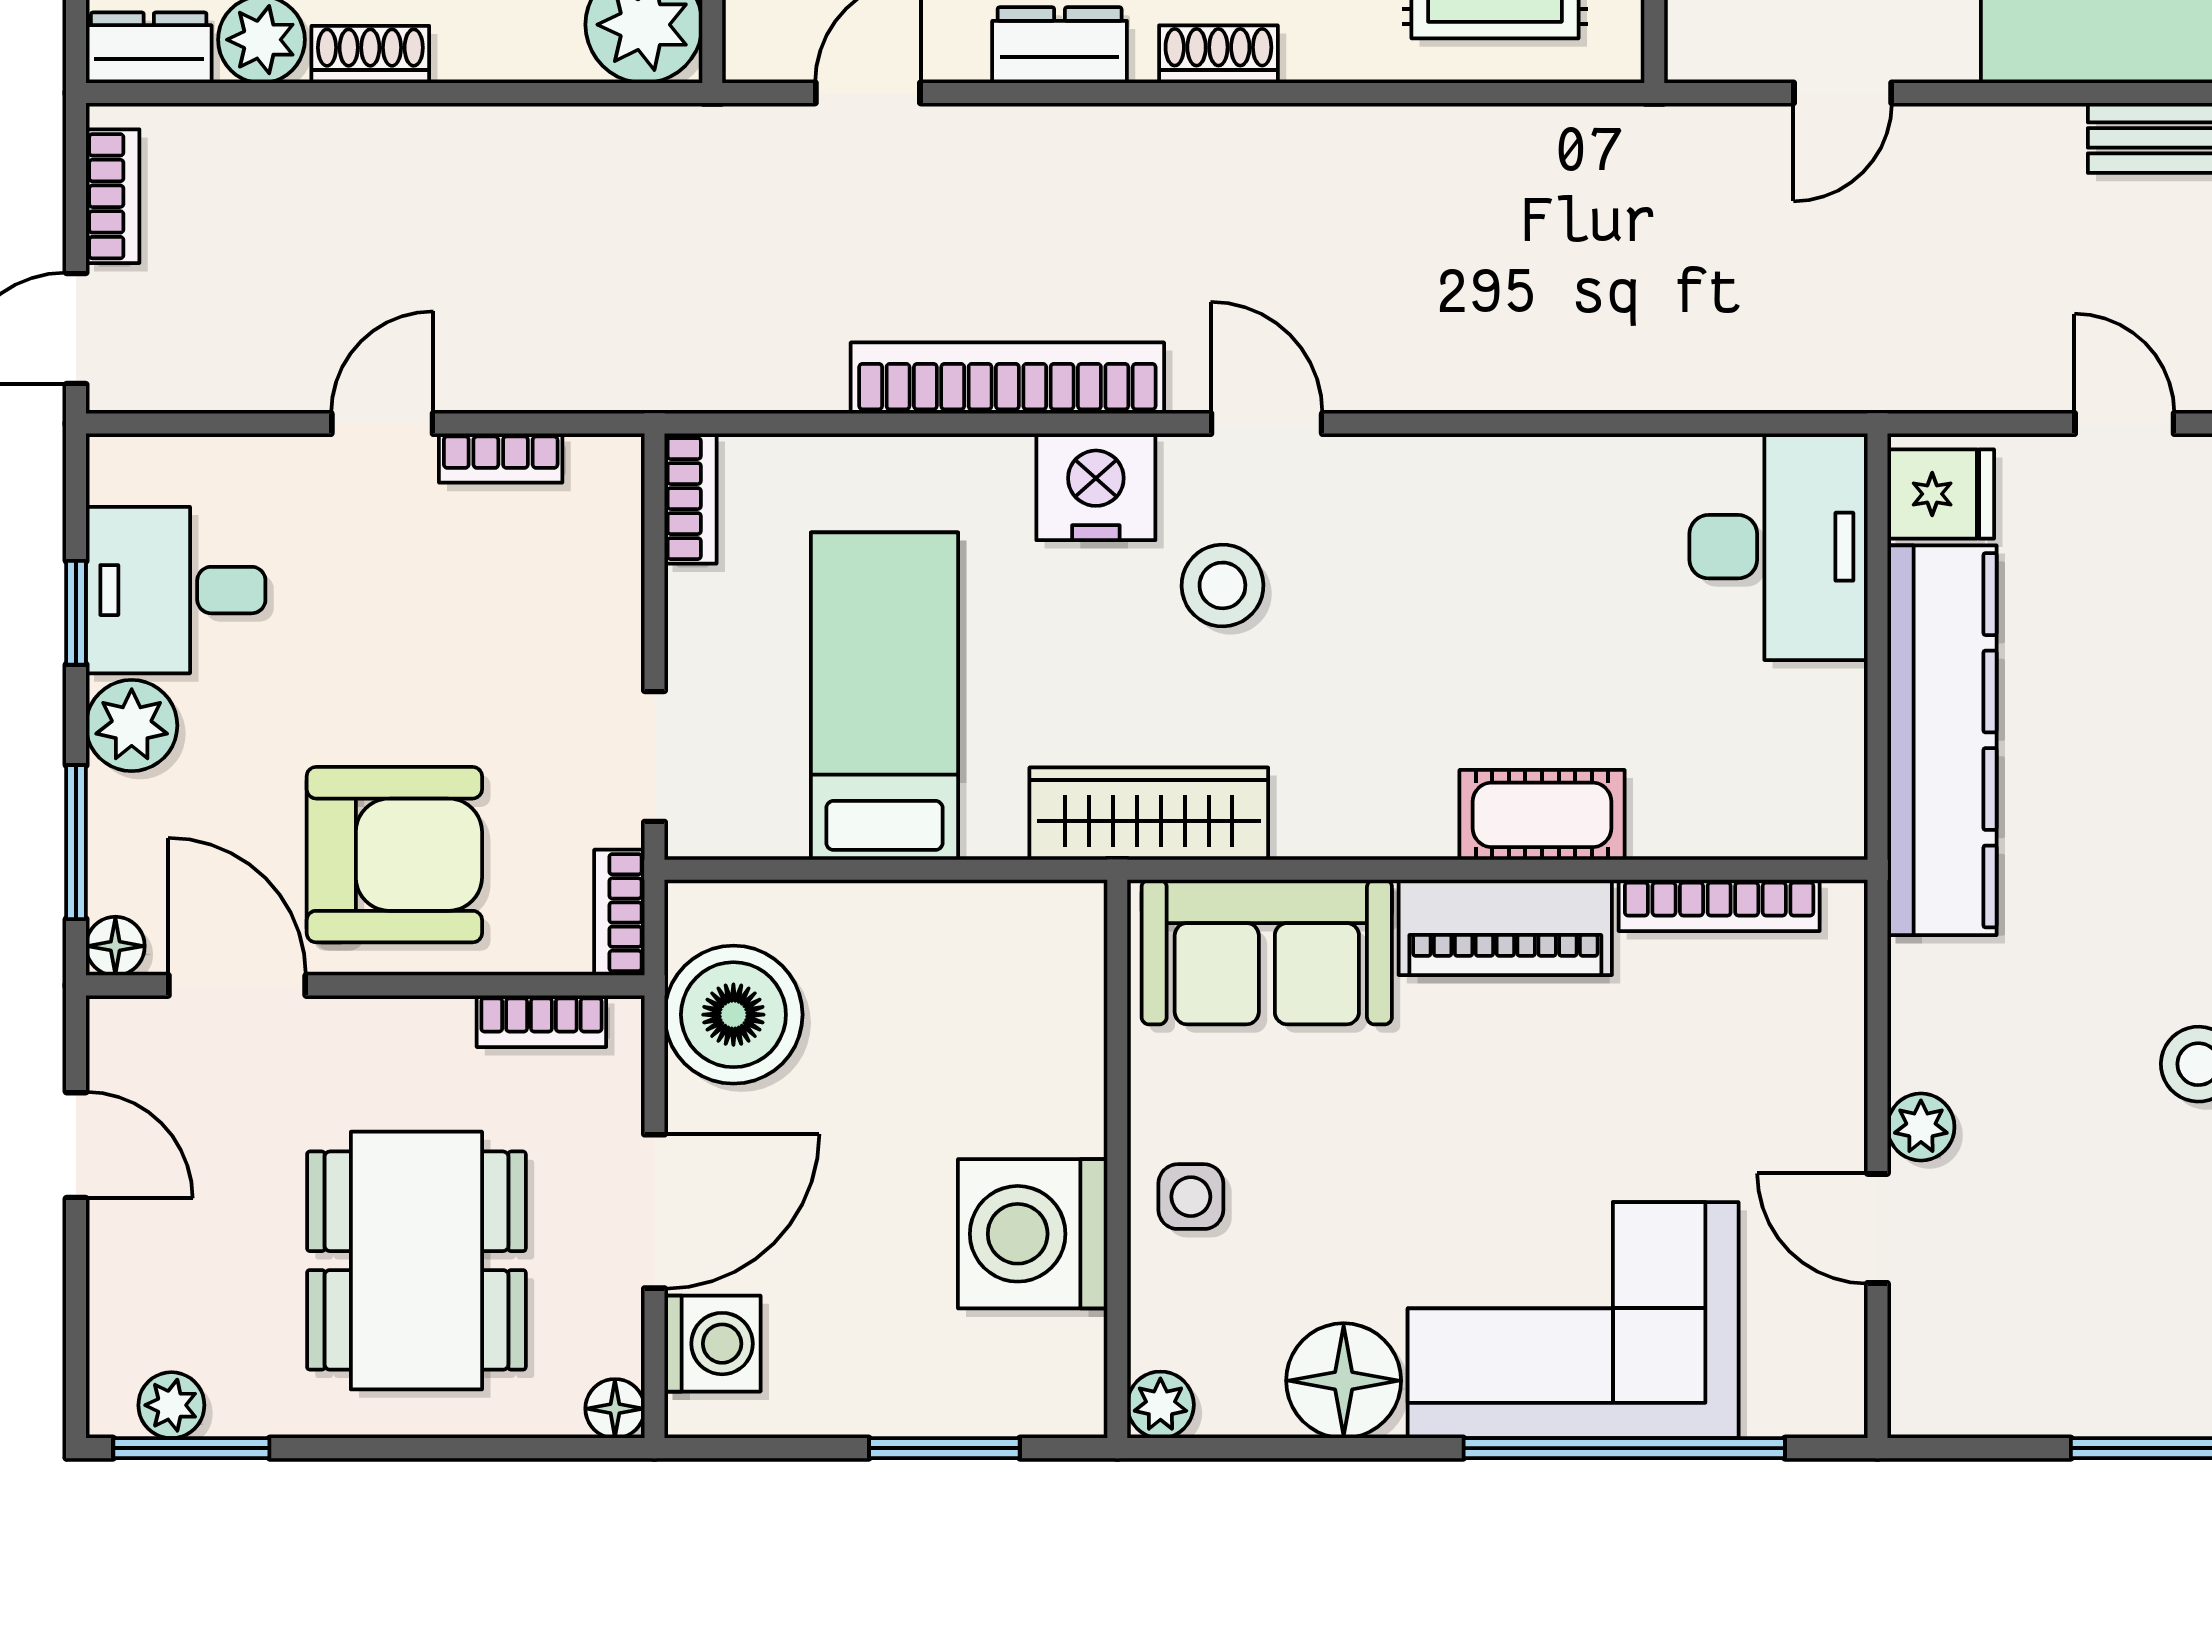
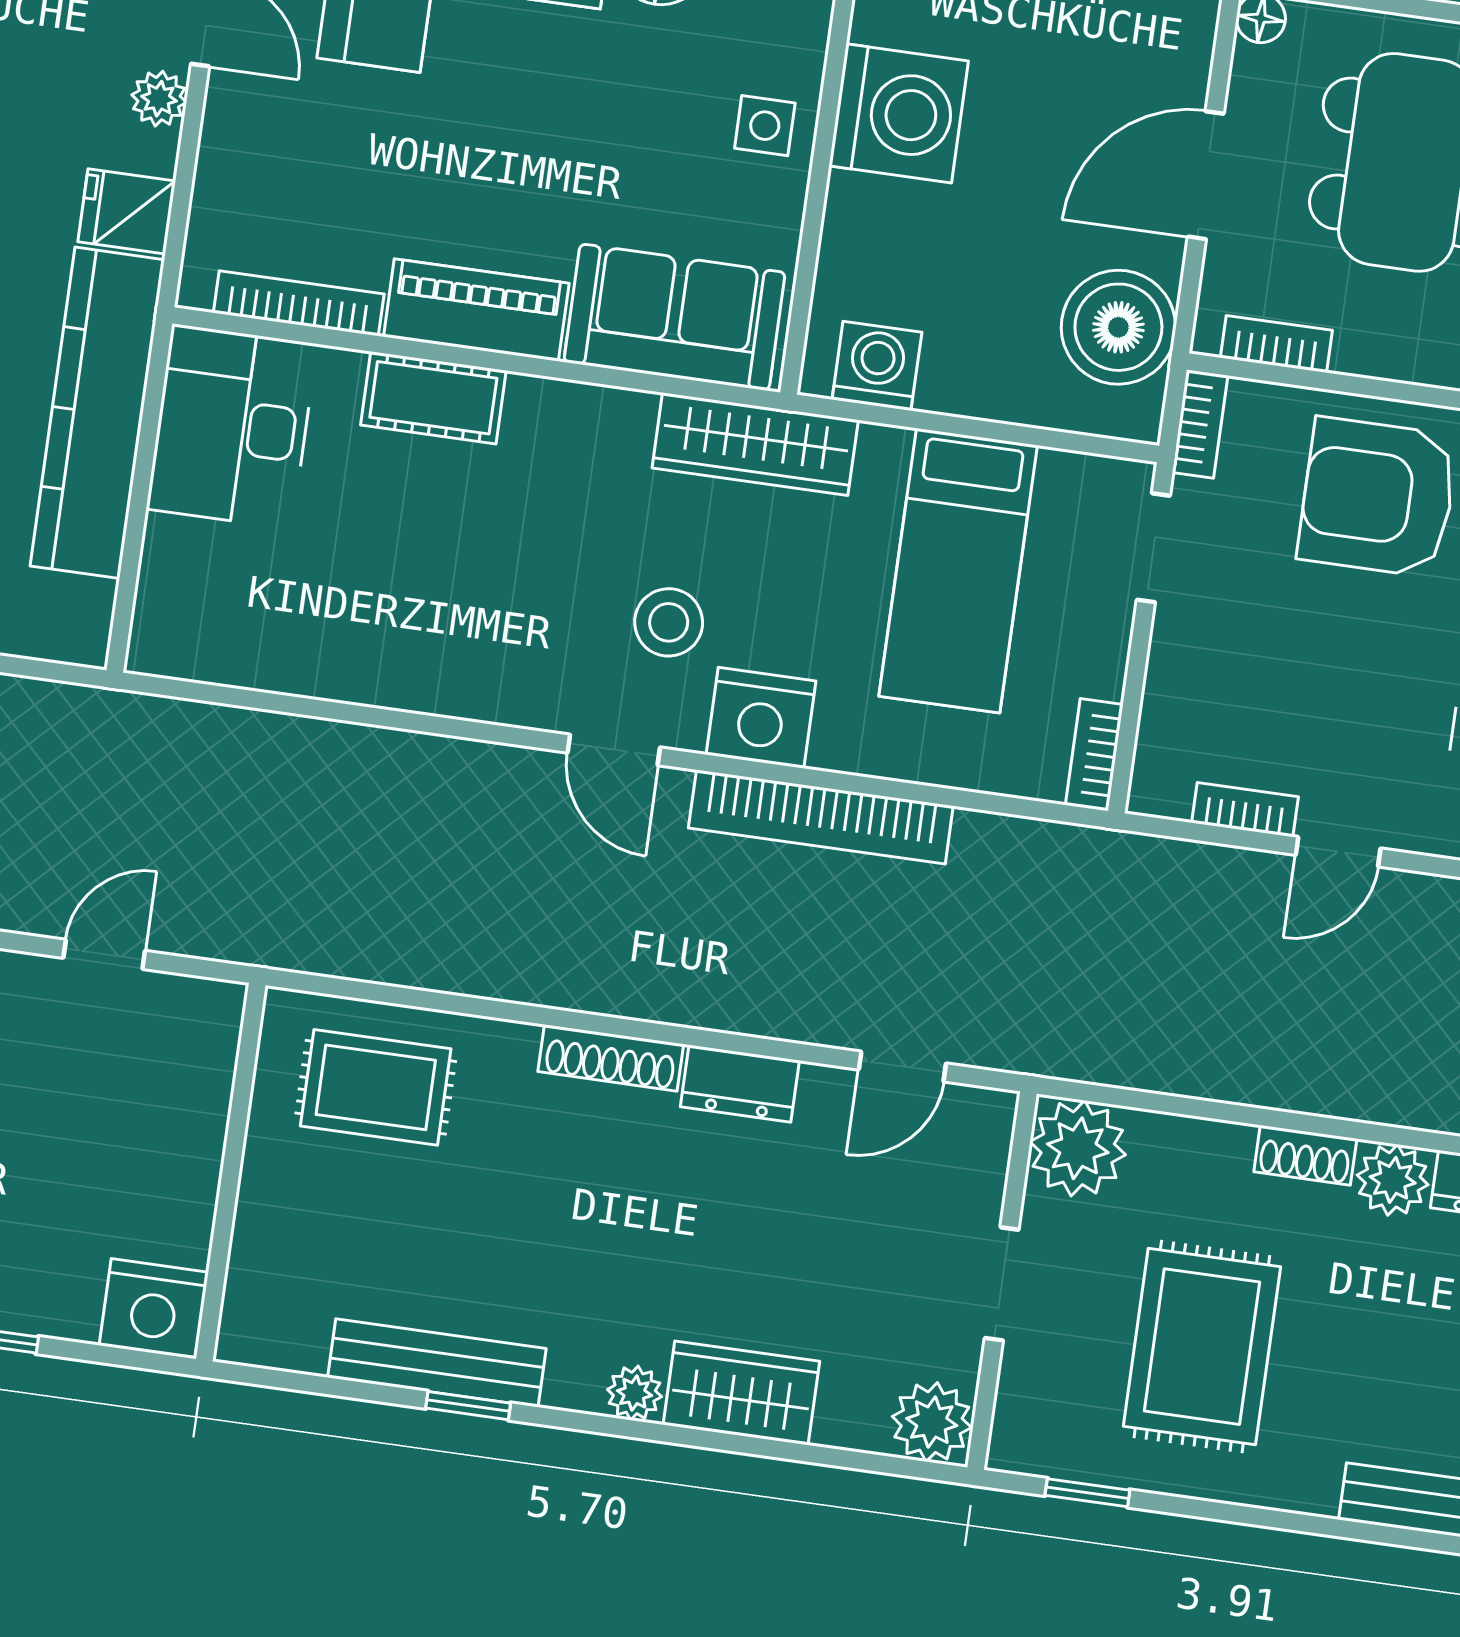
shoe rack: (1218, 54) -> (611, 1058), width x1.43
fridge: (1941, 494) -> (127, 211), moved
desk: (1779, 547) -> (232, 427), moved
washing machine: (712, 1344) -> (877, 366), moved, turned 90

